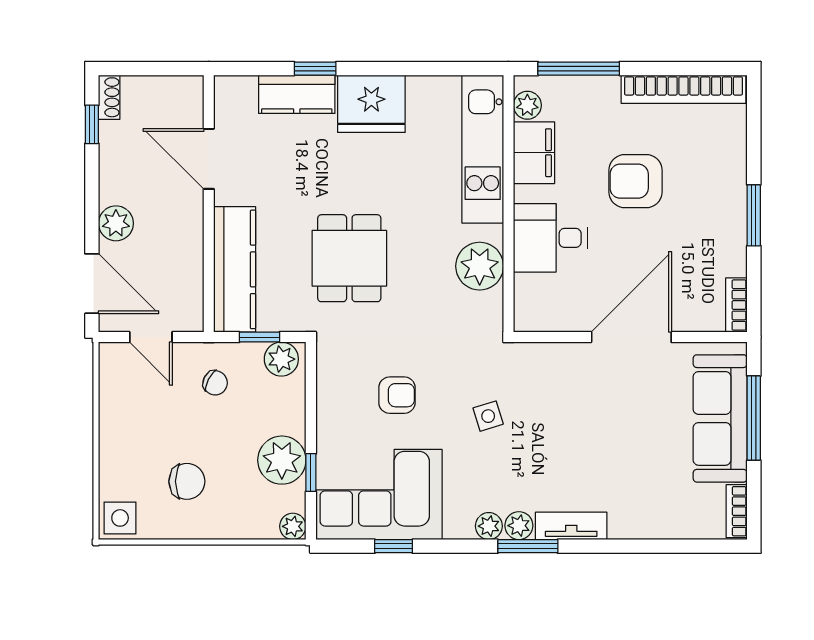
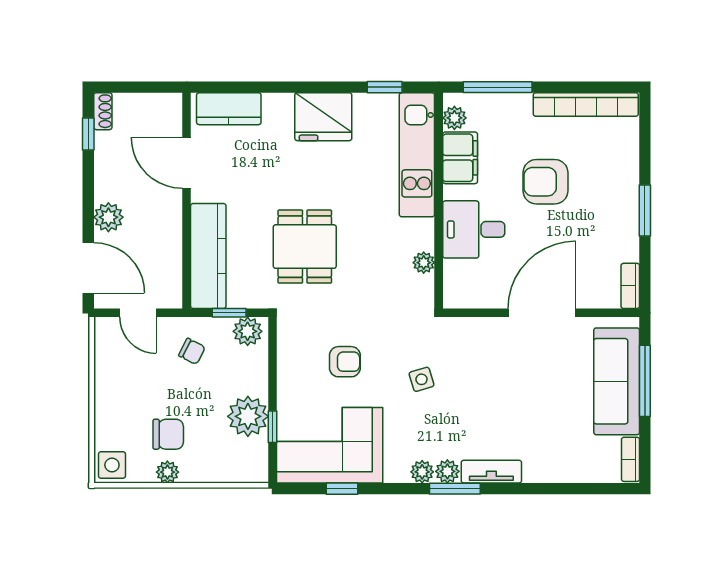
window: (315, 69) -> (385, 87), moved
kitchen counter: (297, 94) -> (229, 109), moved
plant: (480, 266) -> (424, 263), width x0.53, depth x0.53
plant: (293, 526) -> (167, 472), moved

